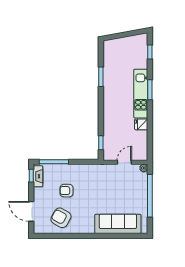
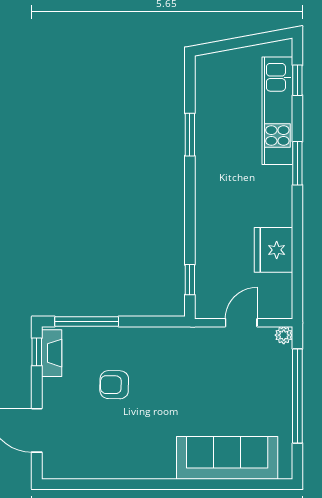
kitchen unit: (141, 94) -> (277, 111), moved
fridge: (141, 124) -> (274, 250), width x1.88, depth x1.34
armchair: (61, 218) -> (102, 444), removed

